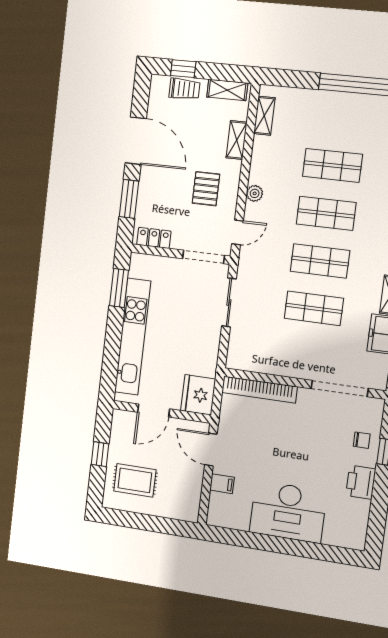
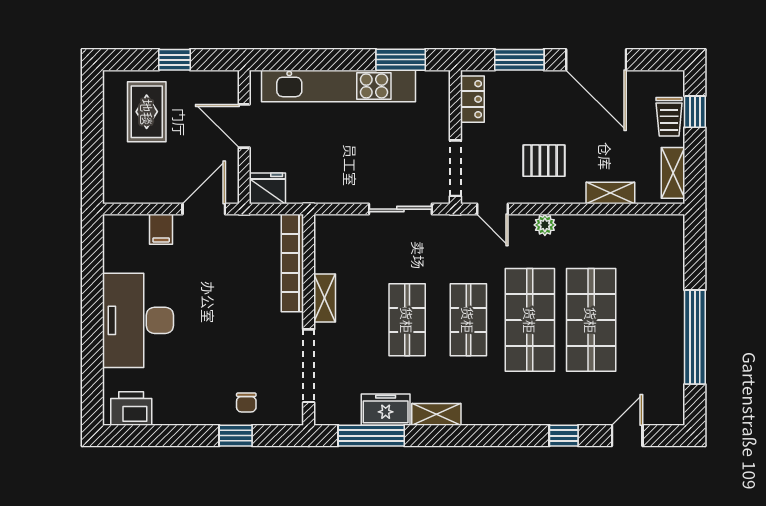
shelving: (264, 116) -> (325, 298), moved, turned 90
door: (136, 141) -> (596, 60), hinge flipped
shop shelf: (332, 165) -> (591, 320), width x1.43, depth x1.36
shop shelf: (326, 213) -> (530, 320), width x1.43, depth x1.36
fridge: (198, 395) -> (267, 188), width x0.73, depth x0.75
printer: (361, 482) -> (131, 408), moved

